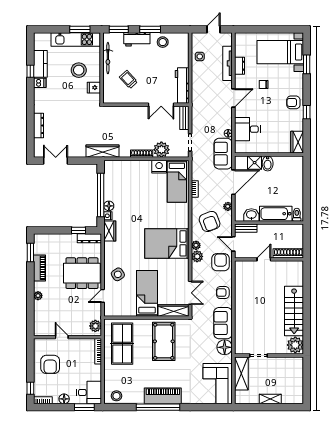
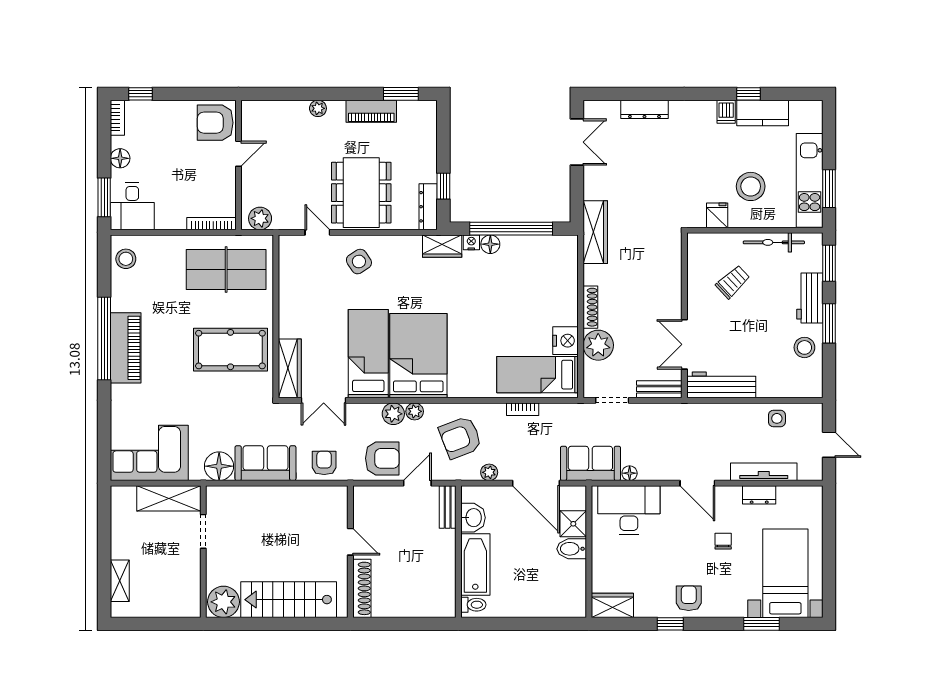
desk: (247, 129) -> (629, 510), width x1.37
shoe rack: (288, 253) -> (362, 588), moved
door: (264, 259) -> (350, 542), moved
wall: (269, 259) -> (350, 552), moved
bed: (147, 293) -> (368, 354), moved, turned -90
armchair: (50, 364) -> (215, 123), moved
shelving: (270, 399) -> (120, 581), moved

